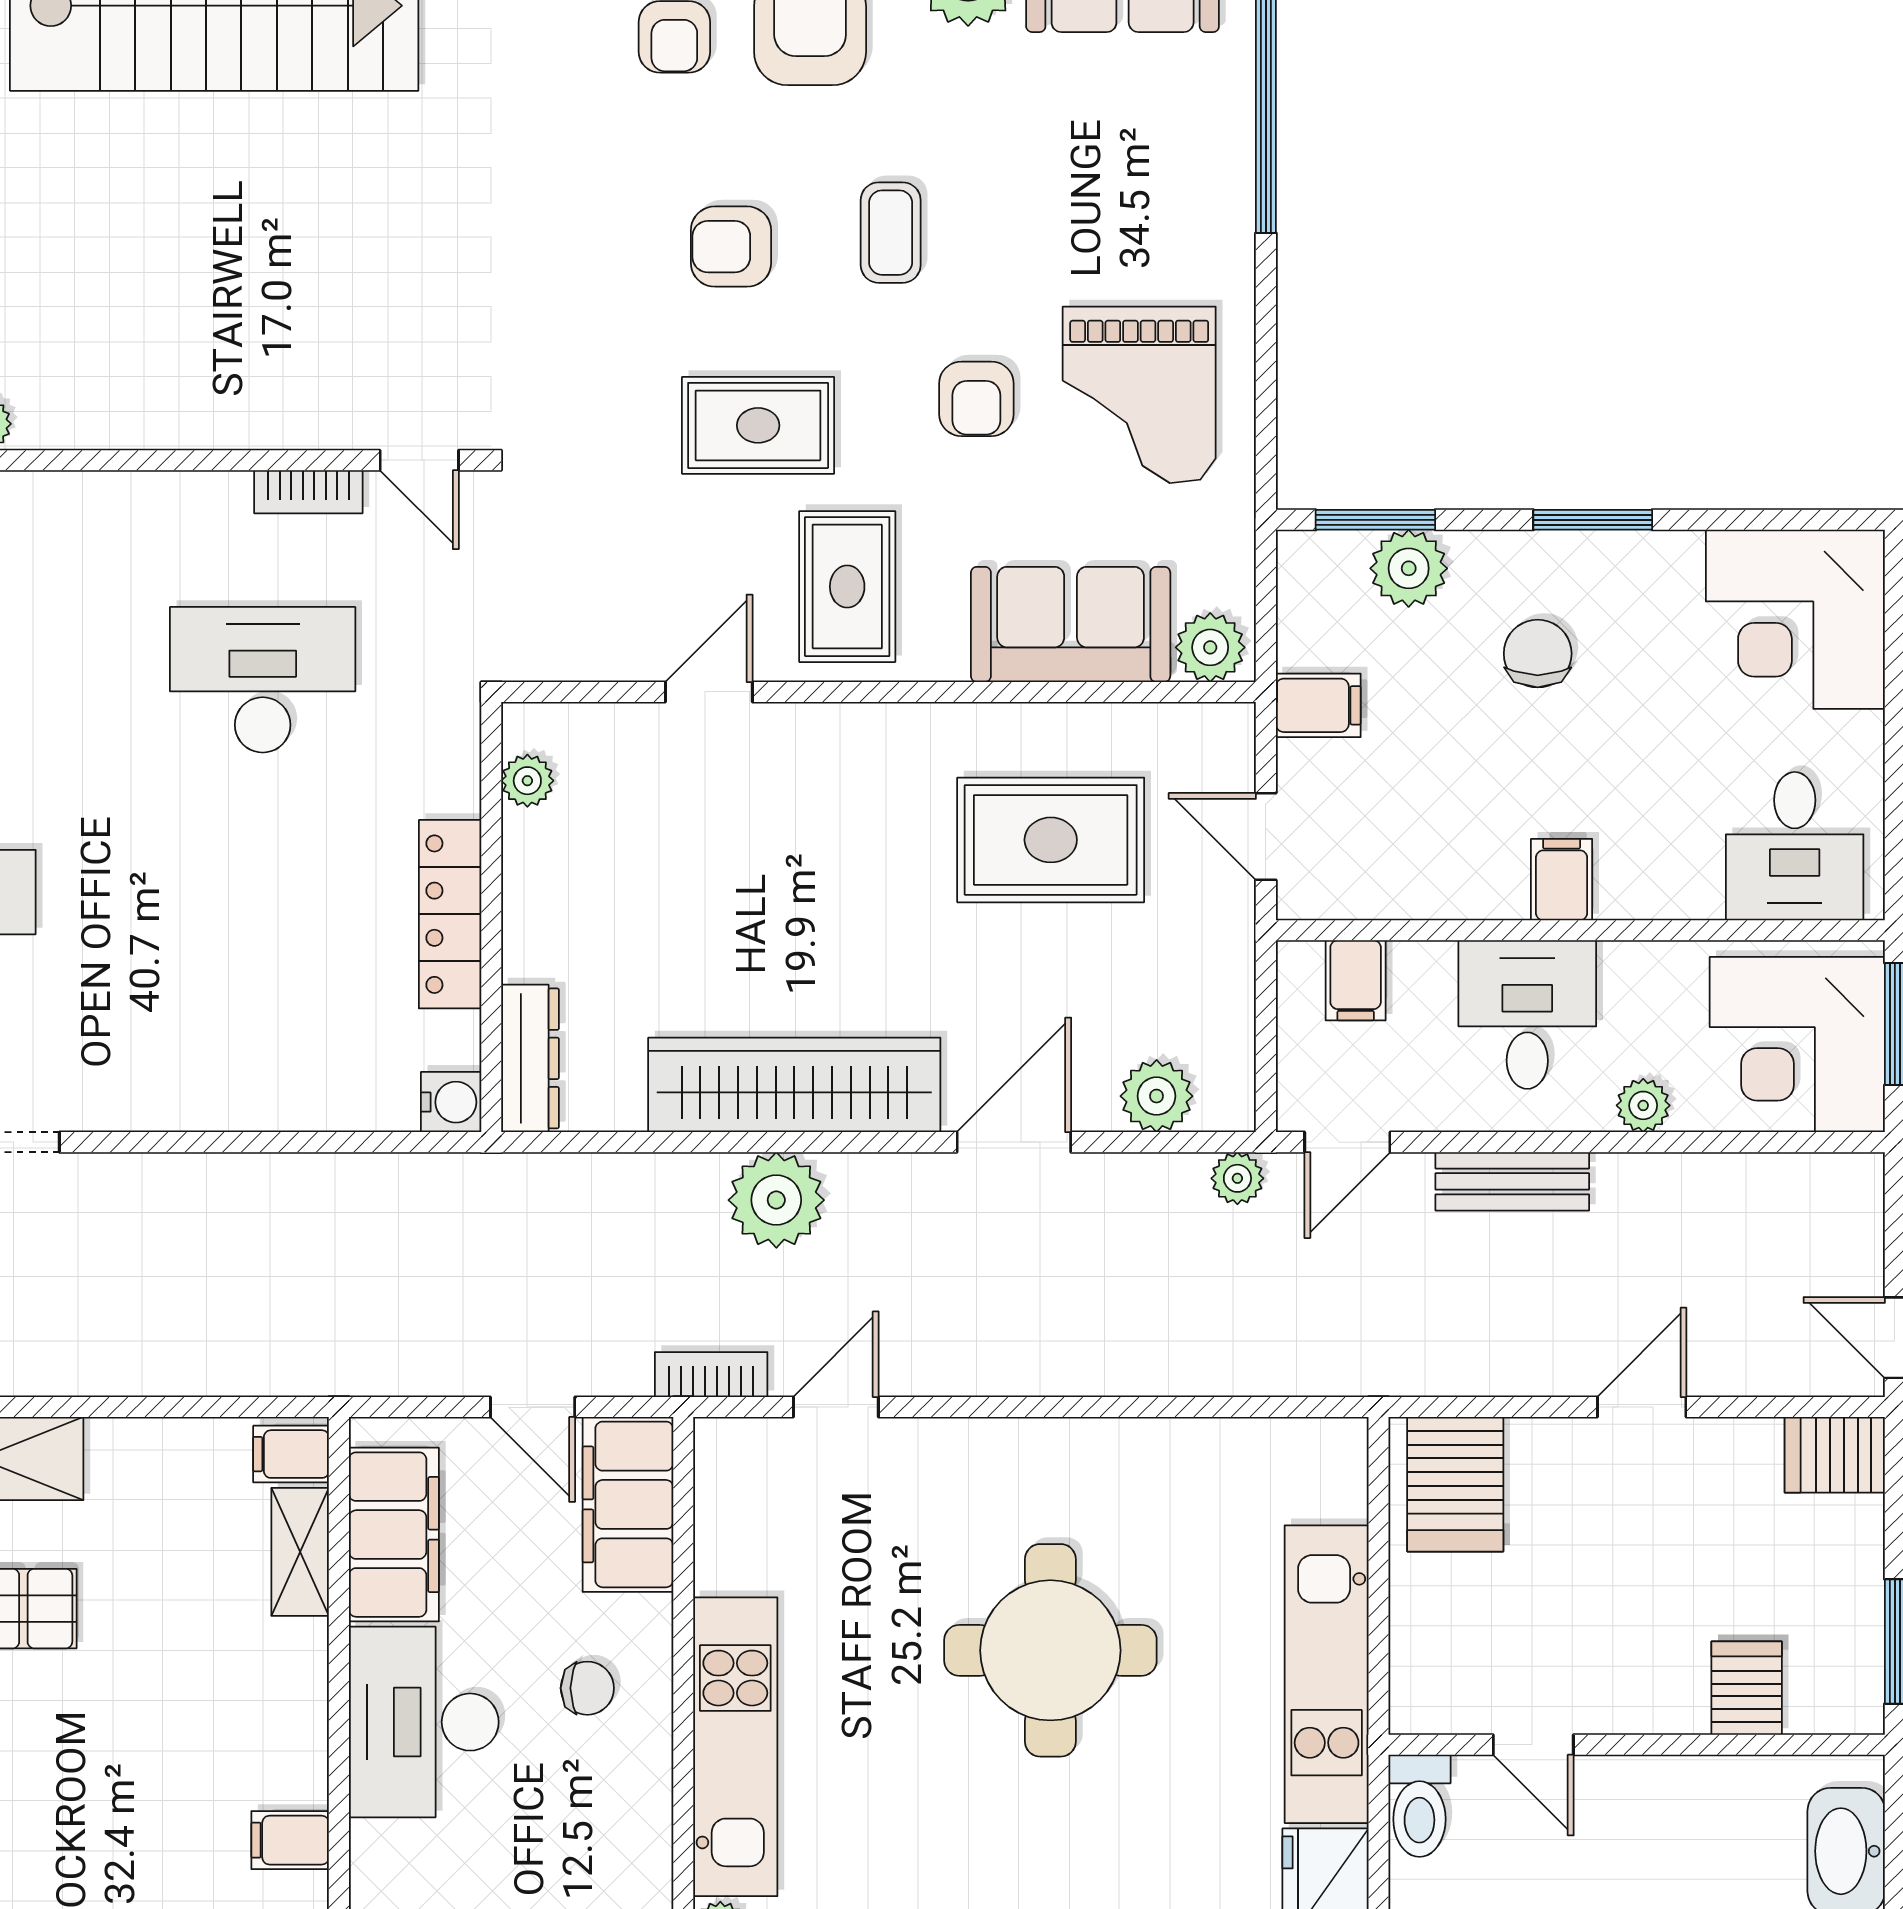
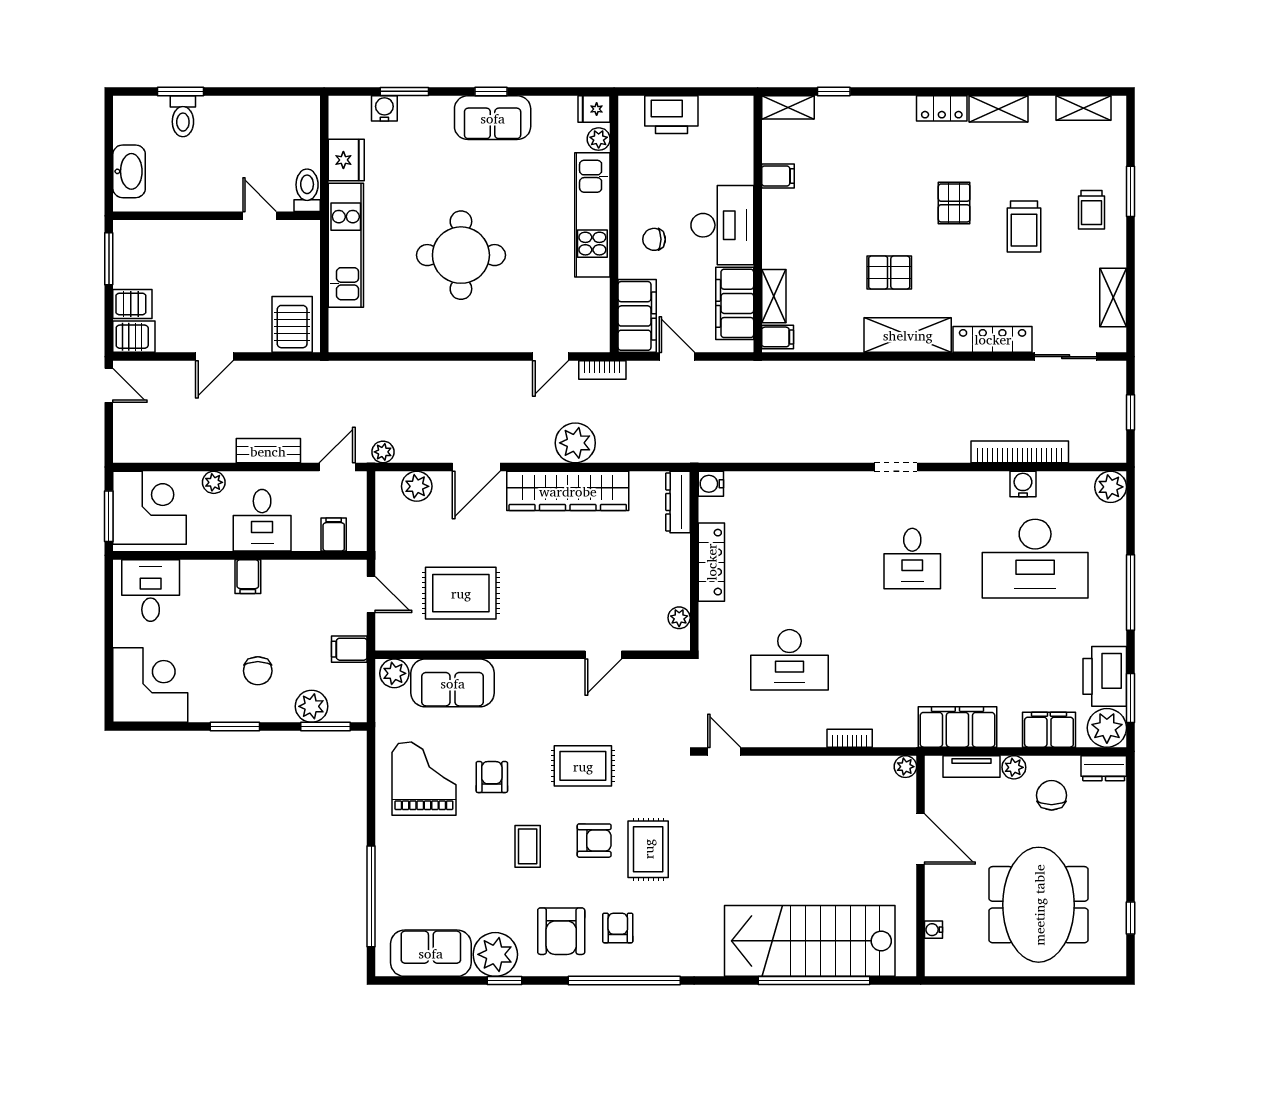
bookcase: (308, 492) -> (850, 738), moved
rug: (847, 587) -> (648, 849), moved
server rack: (1747, 1688) -> (132, 304), moved, turned -90

